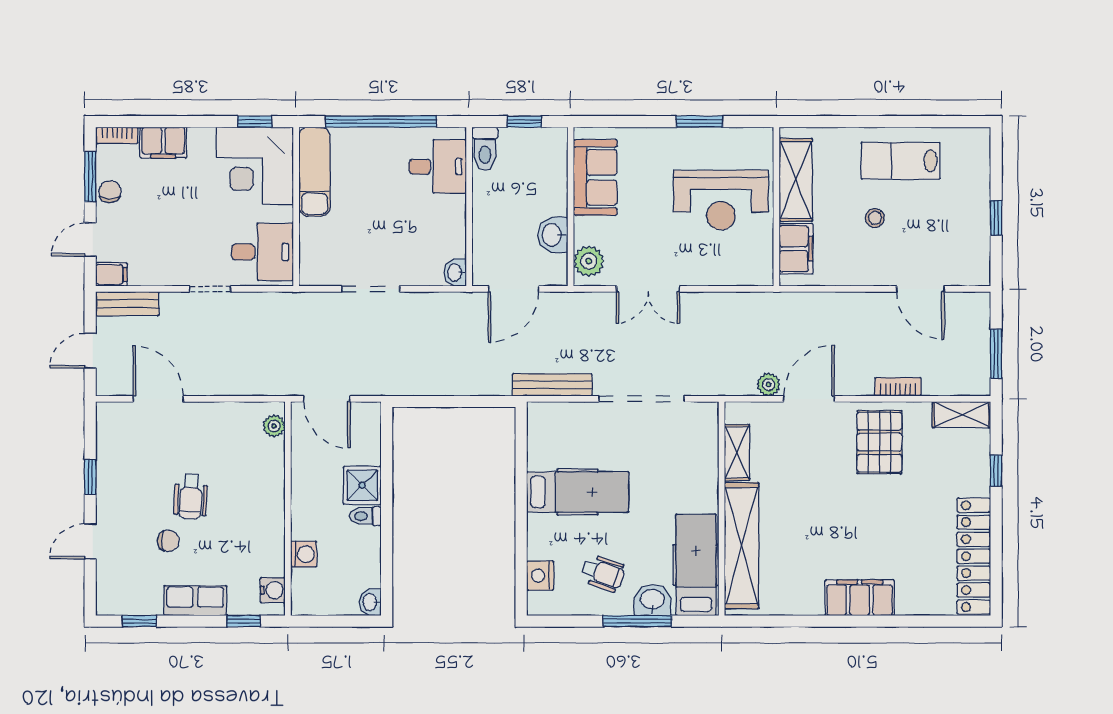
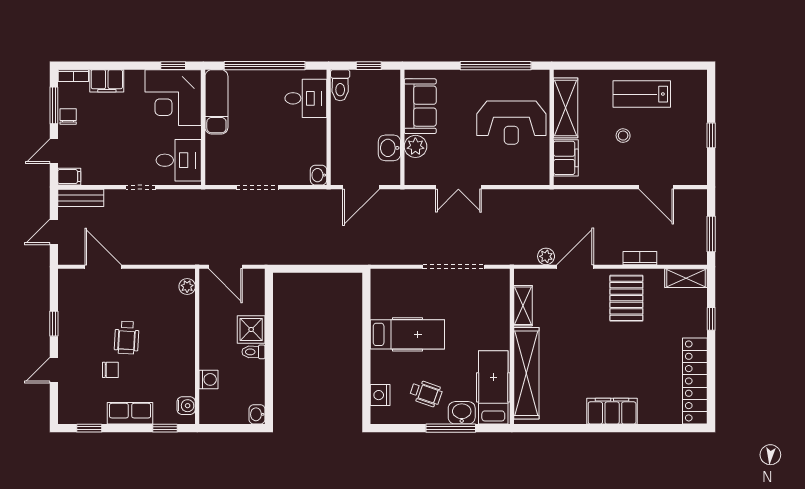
window: (699, 122) -> (496, 66), width x2.11
plant: (589, 261) -> (415, 146), moved
bench: (552, 385) -> (389, 257), removed

